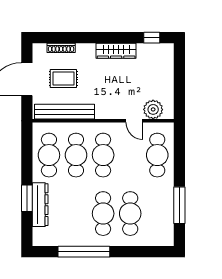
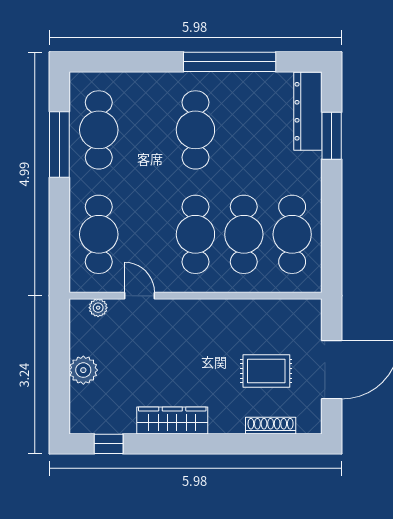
plant: (166, 79) -> (83, 370), added
plant: (153, 109) -> (98, 308), width x0.53, depth x0.53
bench: (64, 112) -> (264, 312), removed
window: (27, 198) -> (332, 136), moved
dresser: (40, 205) -> (308, 111), moved
cafe table: (130, 214) -> (99, 130), moved

